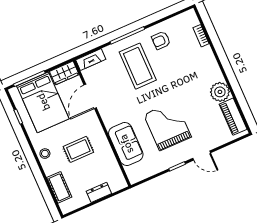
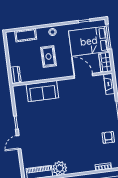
coffee table: (138, 66) -> (95, 116), removed
grand piano: (167, 126) -> (47, 124), removed
dresser: (99, 192) -> (15, 75), moved

